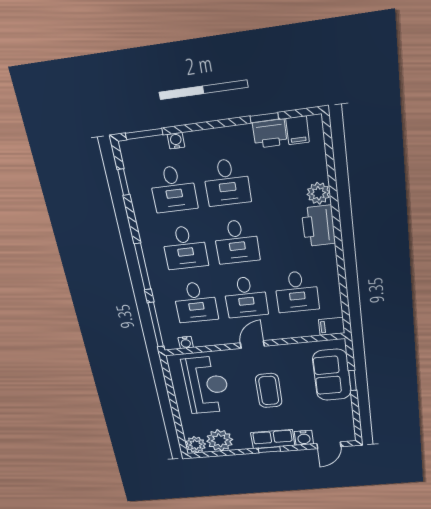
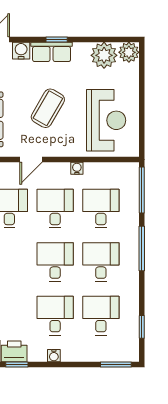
water cooler: (176, 141) -> (54, 356), moved
water cooler: (186, 343) -> (77, 168), moved
door: (252, 345) -> (31, 160), moved
reception desk: (206, 385) -> (106, 120), turned 180
coffee table: (269, 391) -> (48, 108), turned 30

